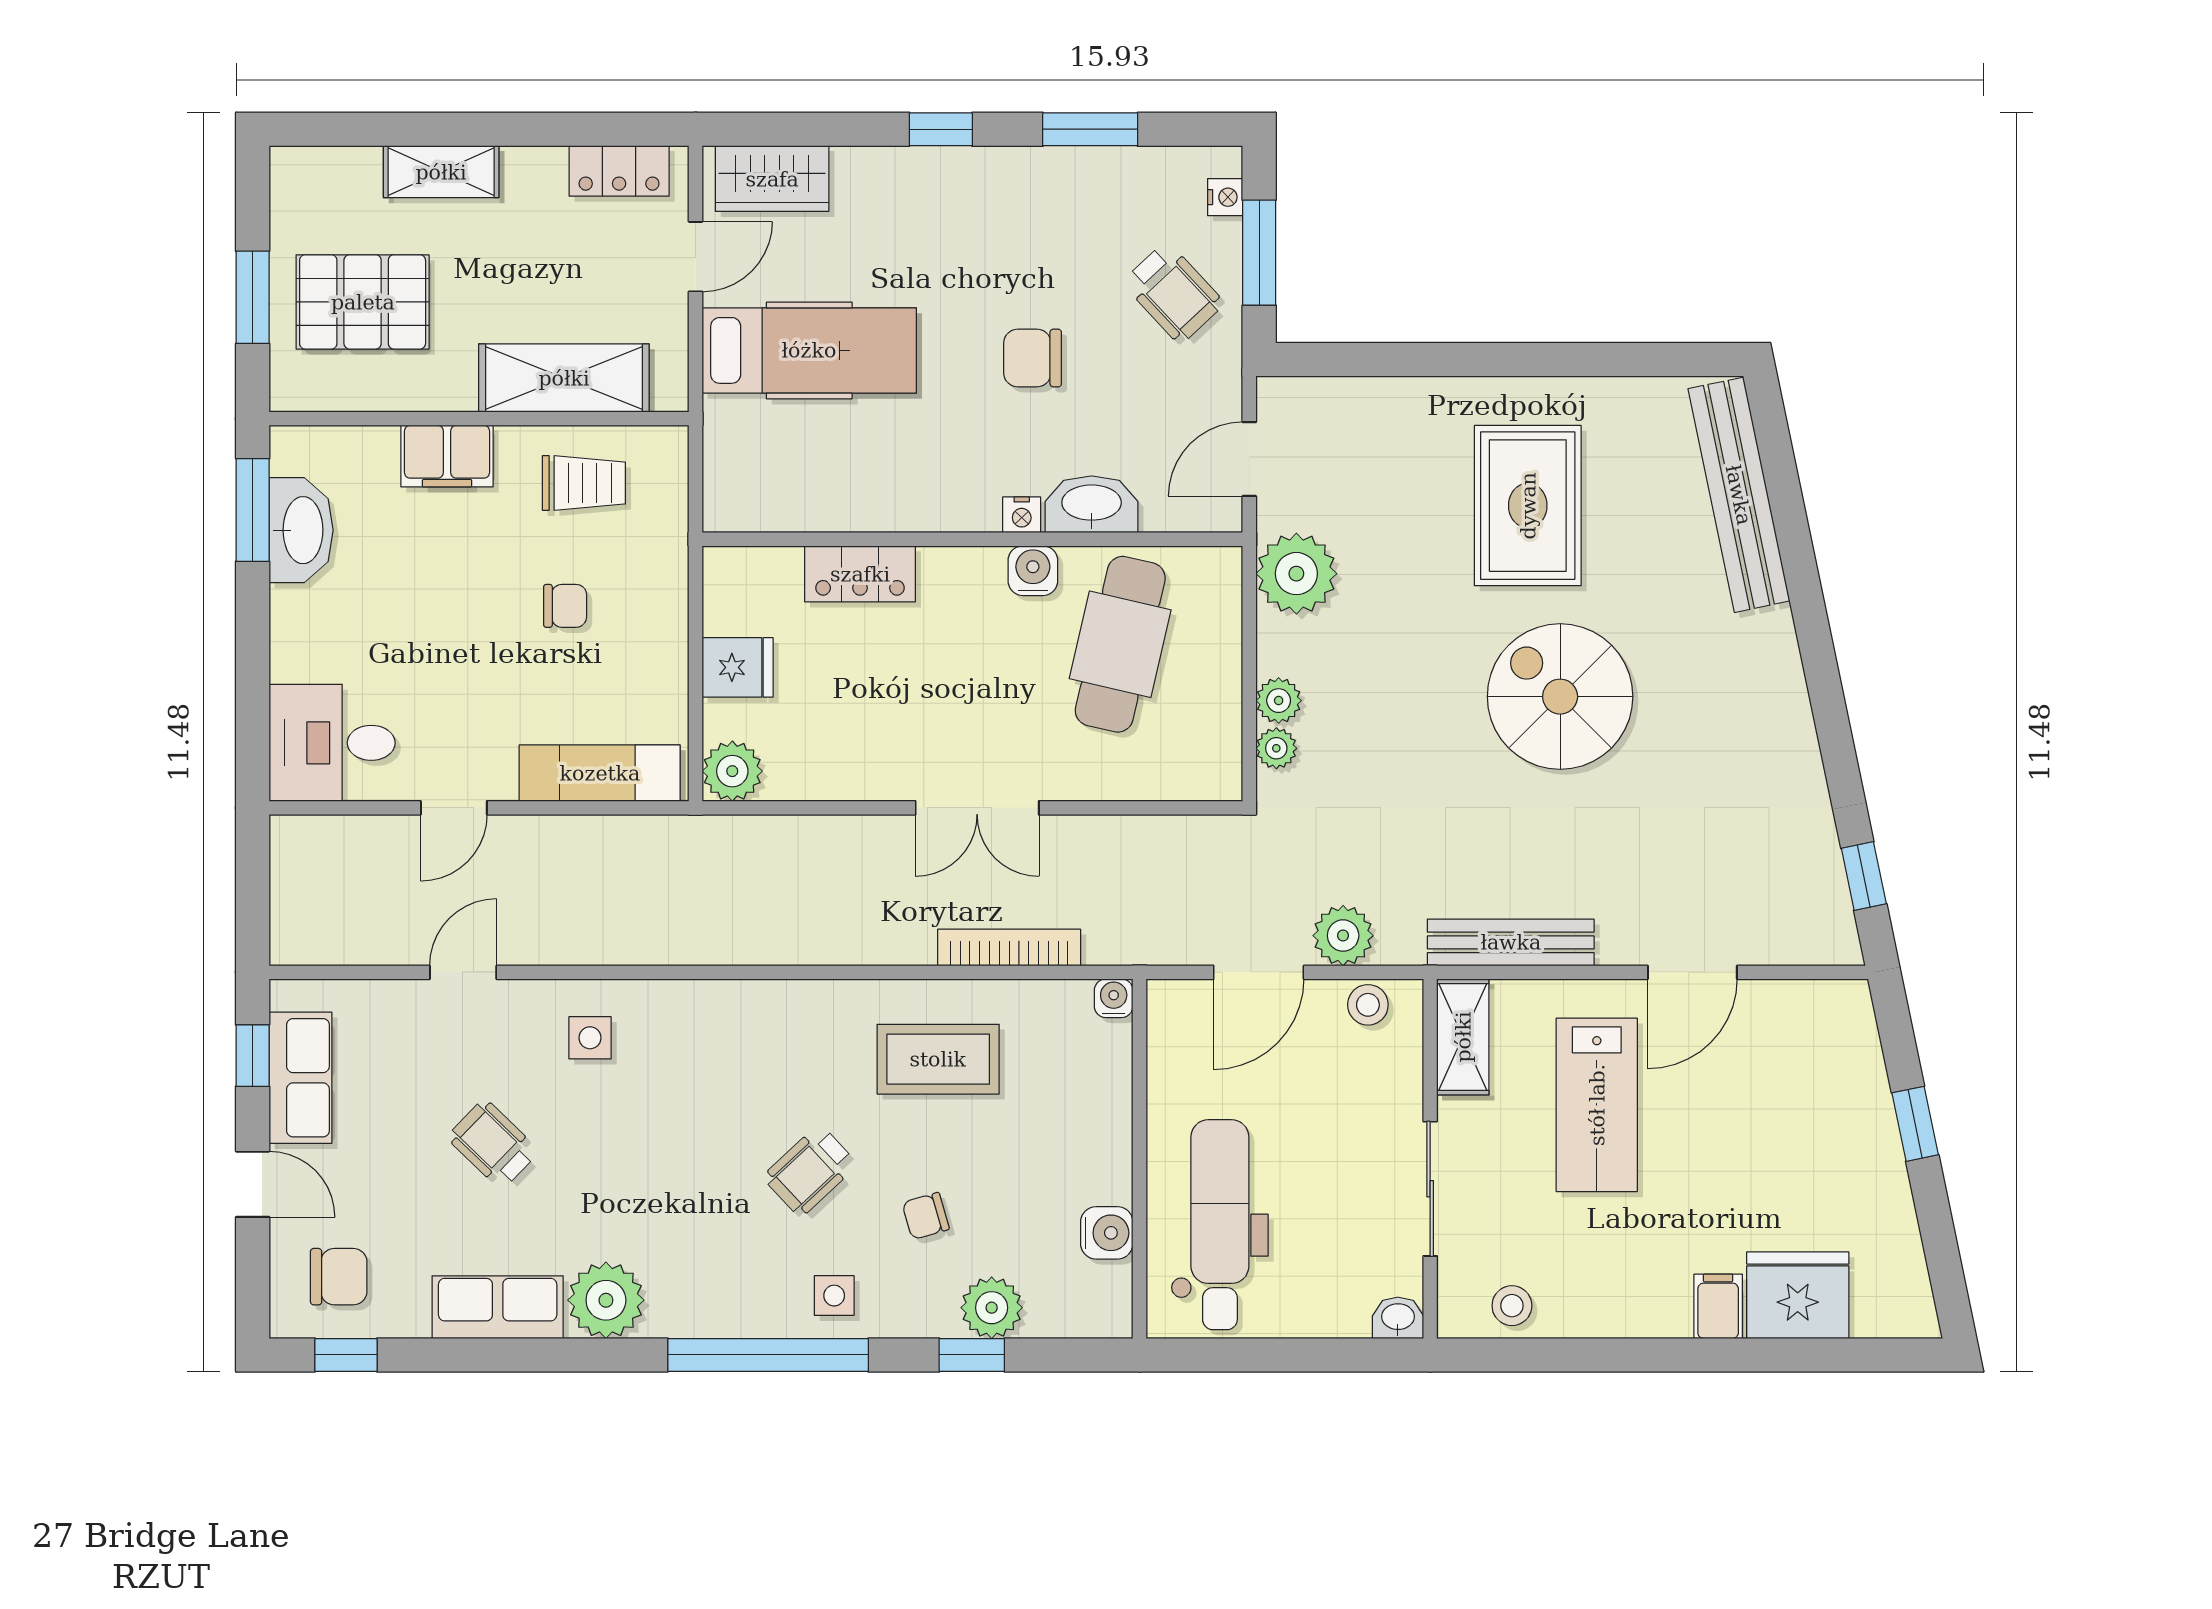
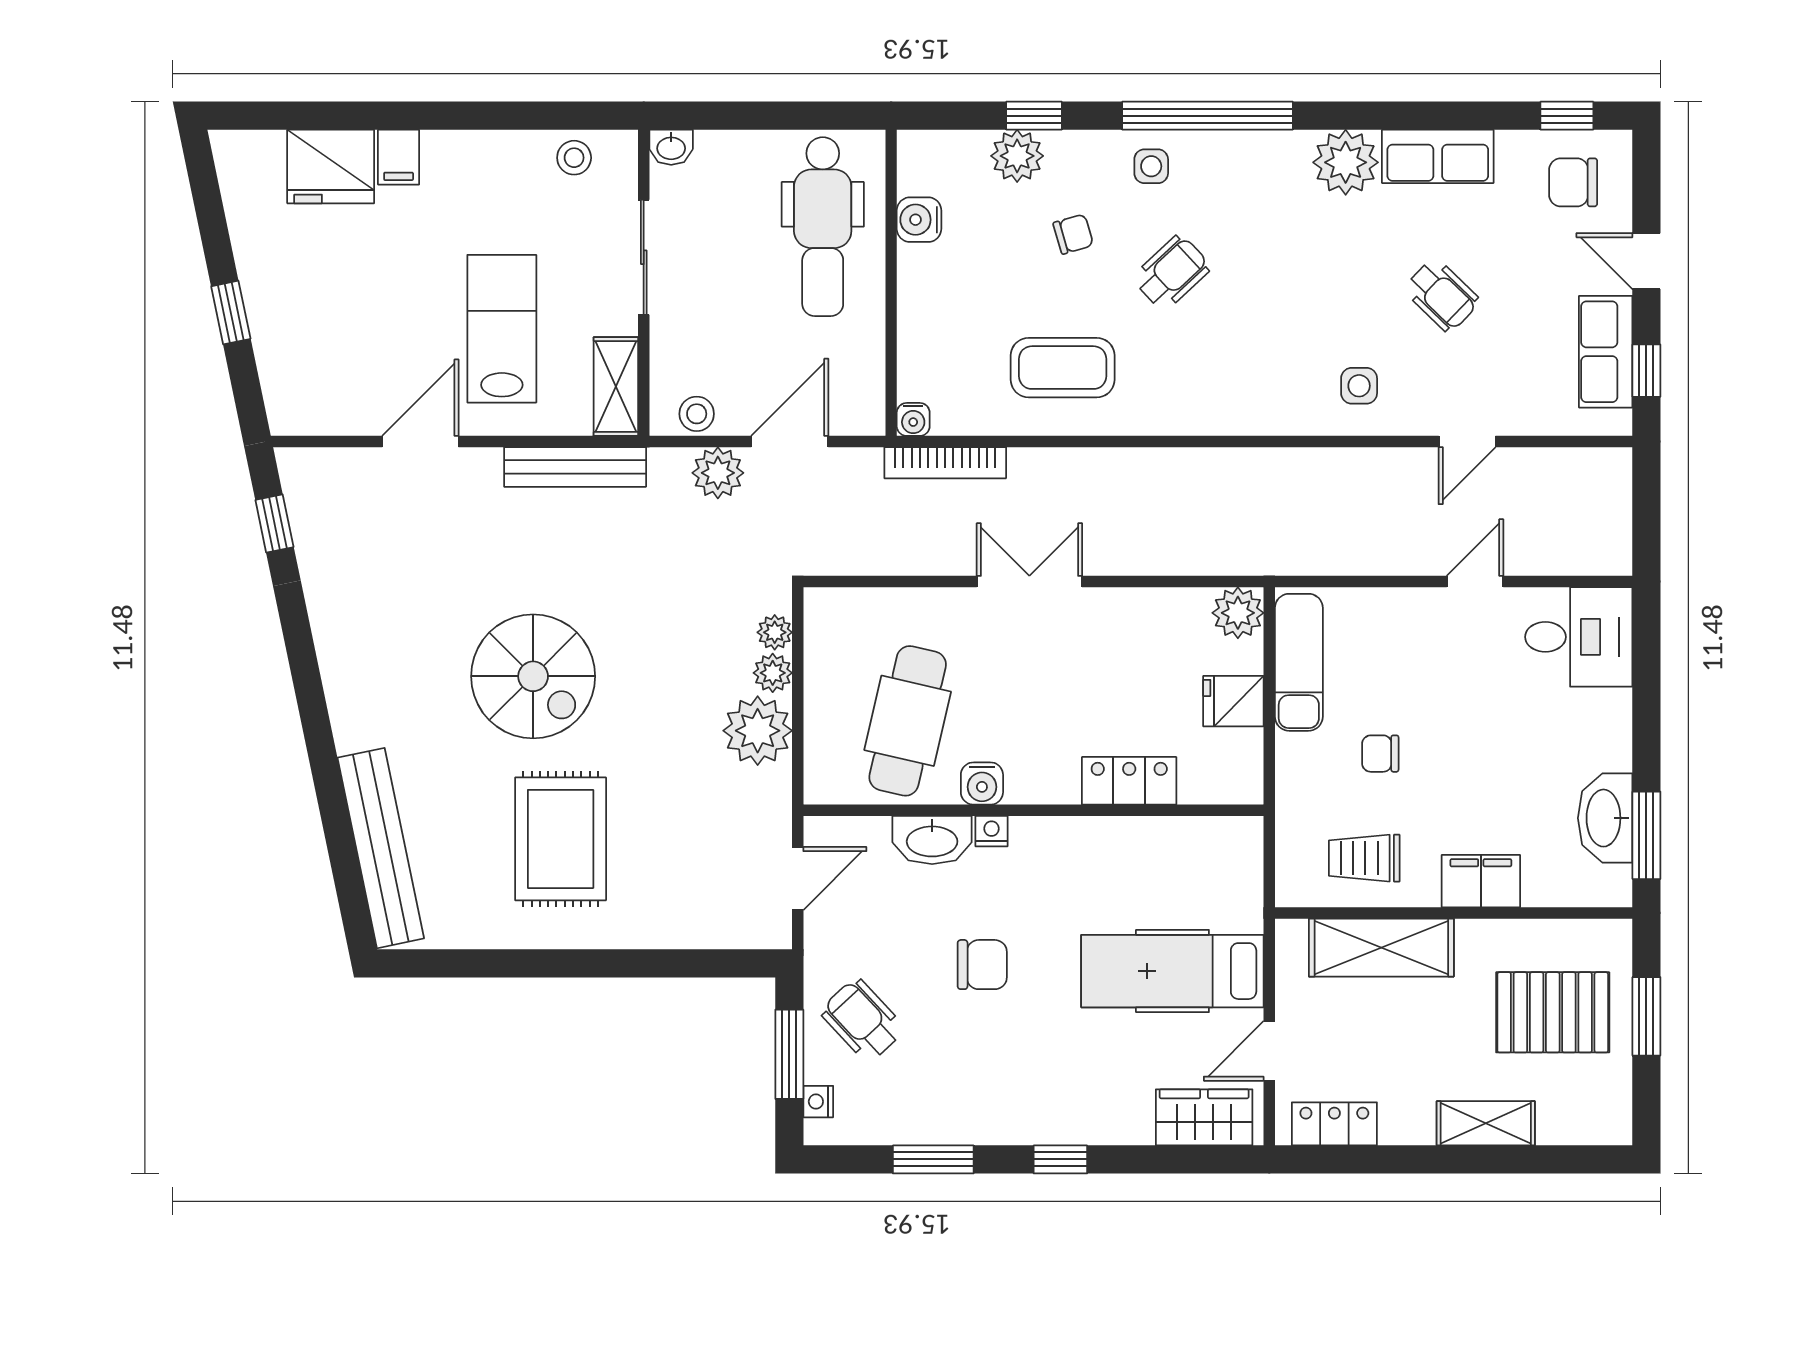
plant: (1296, 574) -> (758, 731), moved
exam couch: (600, 773) -> (1299, 662), moved, turned -90
bookcase: (1009, 947) -> (945, 463), moved

